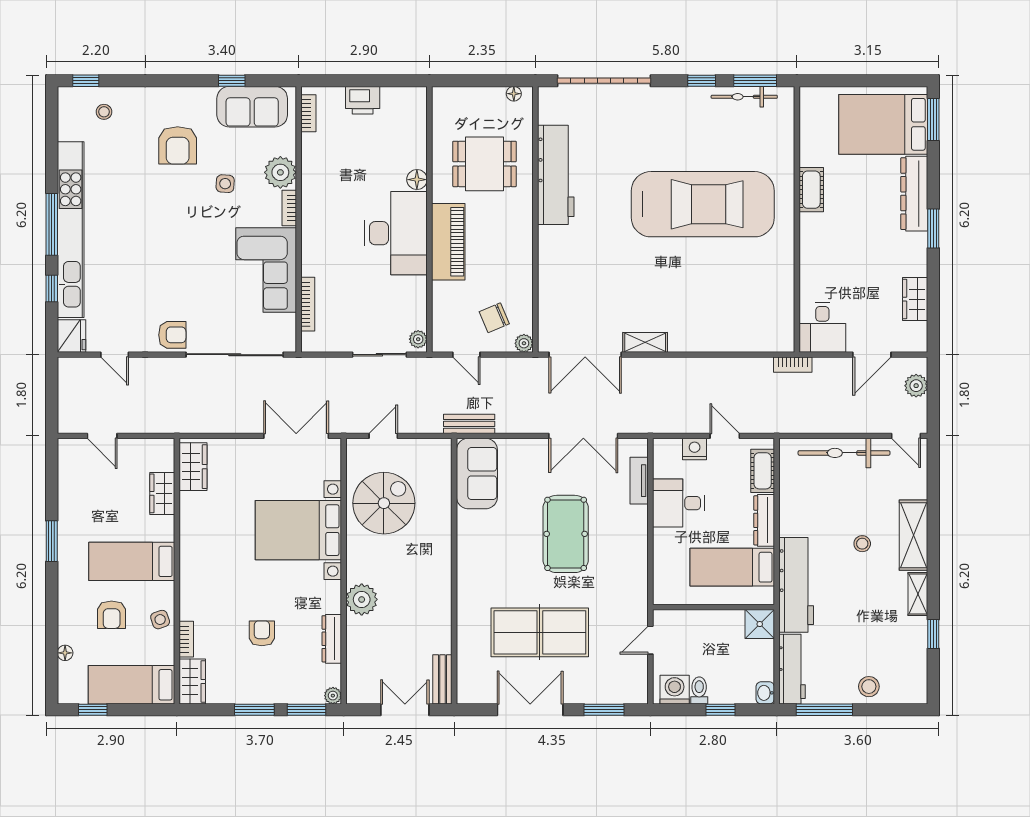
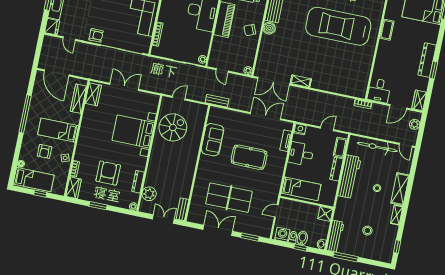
dresser: (914, 194) -> (427, 60), moved
car: (703, 204) -> (338, 26), turned 180
window: (933, 228) -> (434, 70), moved
boiler: (551, 240) -> (269, 28), added
wardrobe: (915, 299) -> (419, 100), moved
chair: (494, 318) -> (250, 30), moved
door: (102, 436) -> (57, 73), width x1.88
double door: (296, 436) -> (124, 87), moved
double door: (583, 436) -> (266, 116), swing flipped
door: (725, 436) -> (327, 129), hinge flipped
nightstand: (695, 449) -> (300, 129), moved
sofa: (477, 474) -> (212, 140), moved
wardrobe: (162, 493) -> (78, 99), width x1.50
pool table: (566, 534) -> (249, 157), turned 90
window: (52, 541) -> (25, 114), width x2.11
bed: (732, 567) -> (301, 189), moved, turned 180
workbench: (796, 585) -> (349, 177), moved
plant: (362, 599) -> (149, 194), moved
armchair: (262, 633) -> (108, 173), width x1.88, depth x1.88
window: (933, 634) -> (397, 247), moved
bed: (131, 685) -> (34, 180), moved, turned 180
stool: (869, 687) -> (367, 231), moved
bidet: (720, 688) -> (302, 238), added
window: (93, 710) -> (40, 194), moved
window: (307, 710) -> (121, 210), removed

